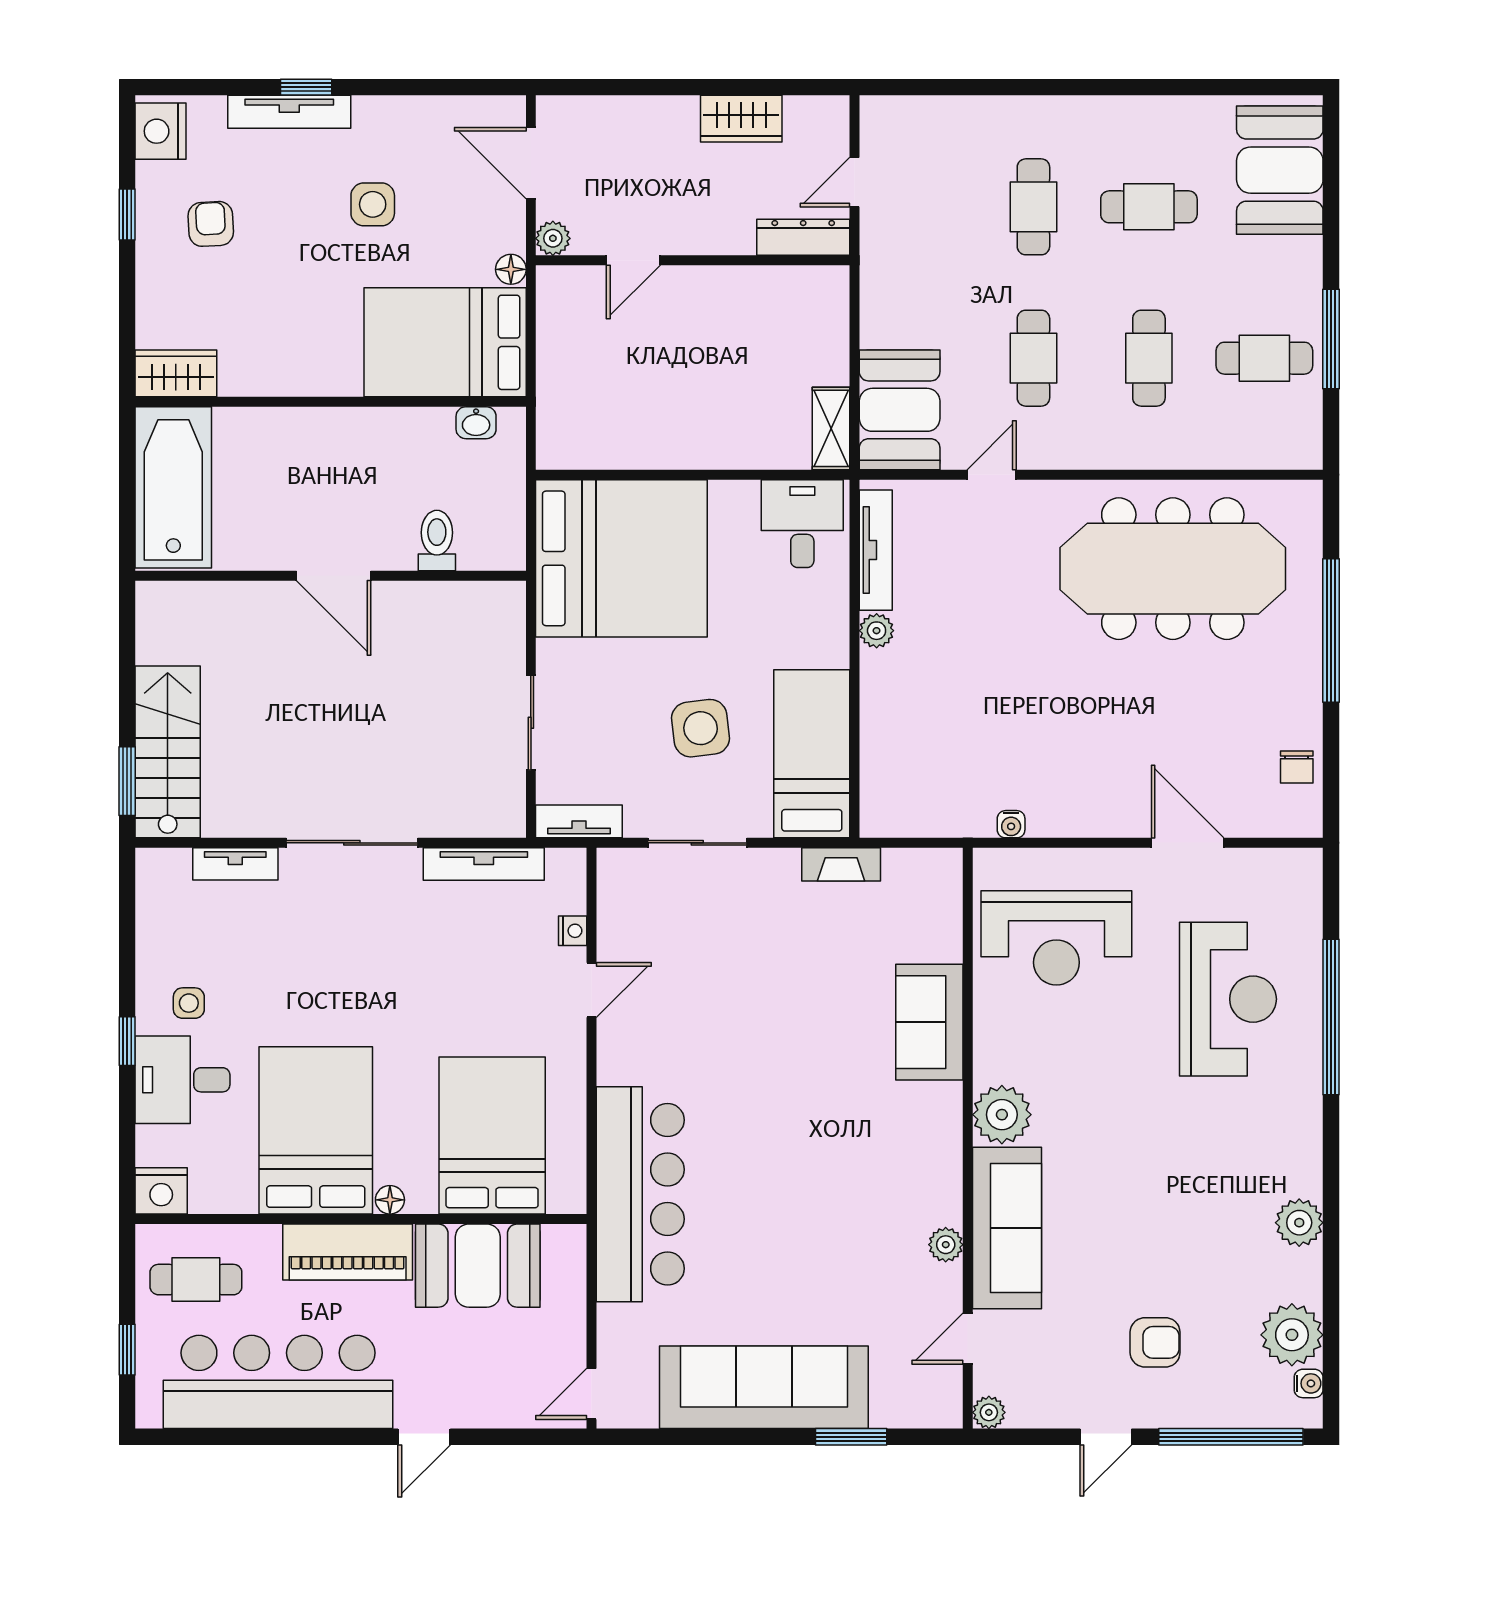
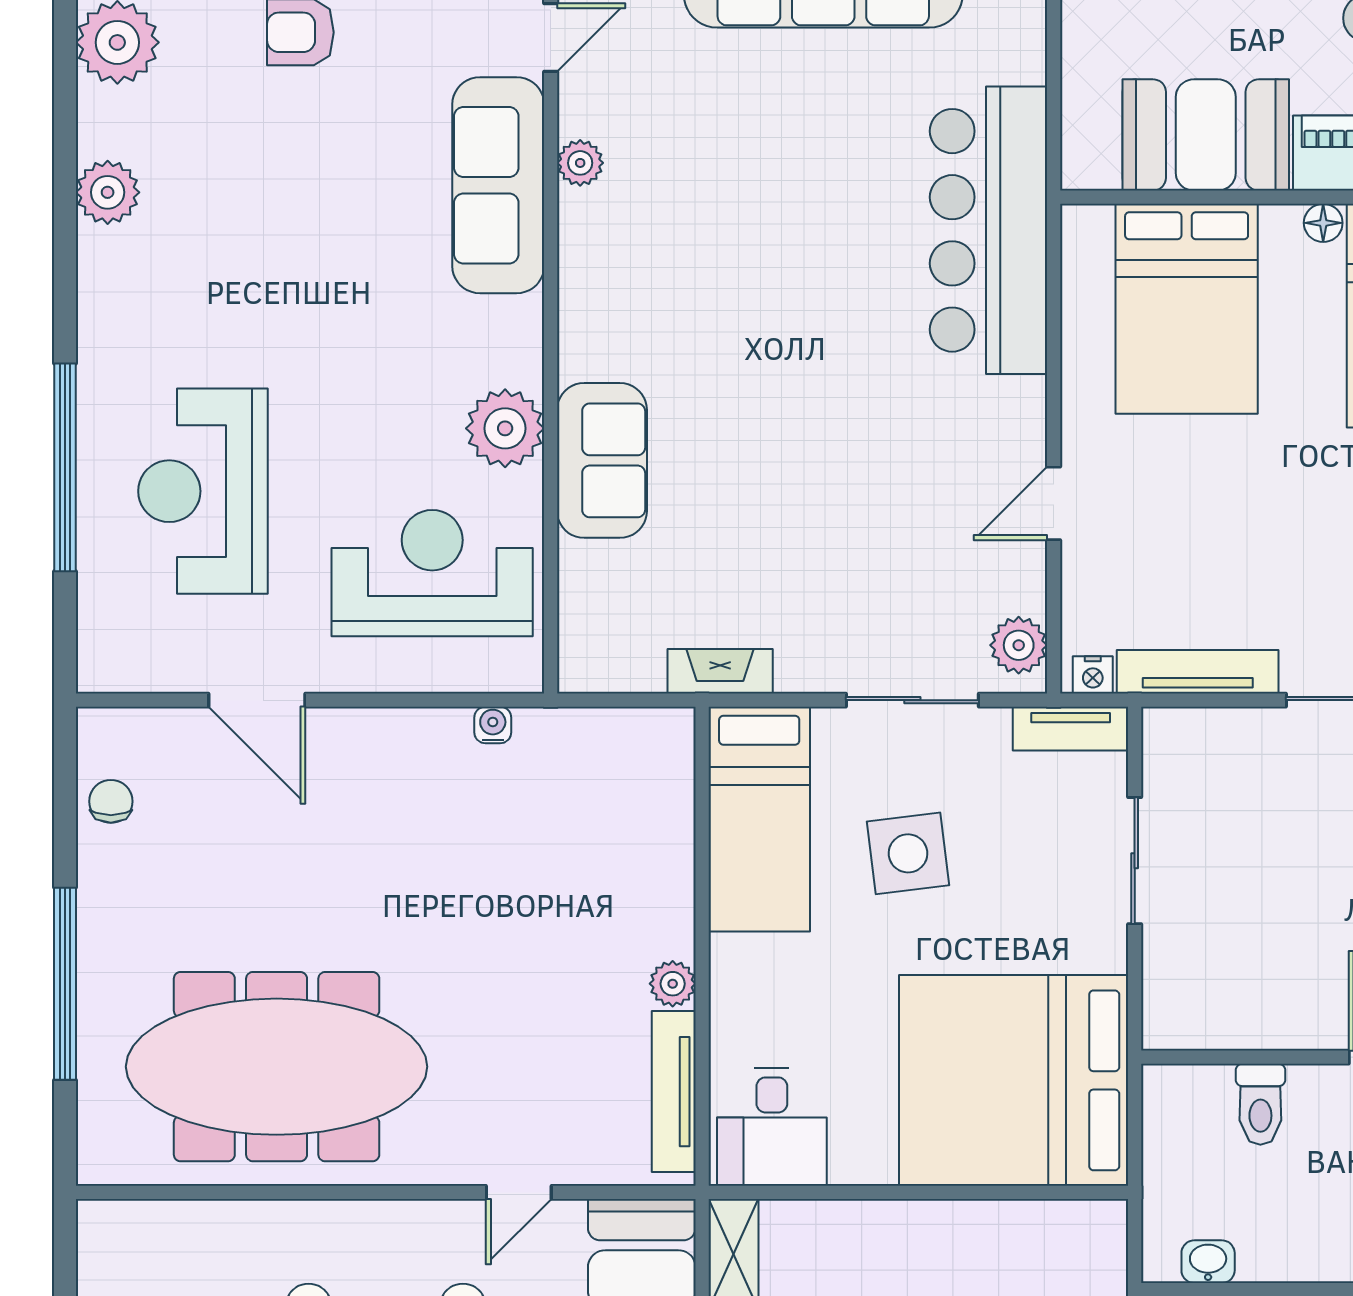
plant: (618, 884) -> (1019, 645), added
nightstand: (573, 931) -> (1093, 675), moved, turned -90
plant: (1002, 1115) -> (505, 428), moved

